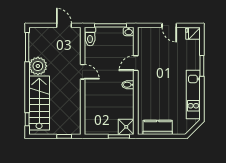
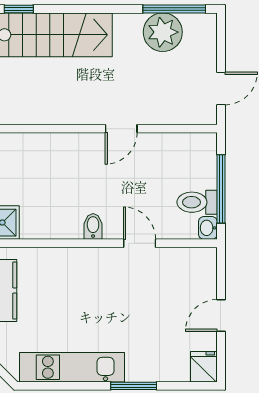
toilet: (90, 36) -> (197, 202), moved
plant: (38, 66) -> (163, 32), moved

